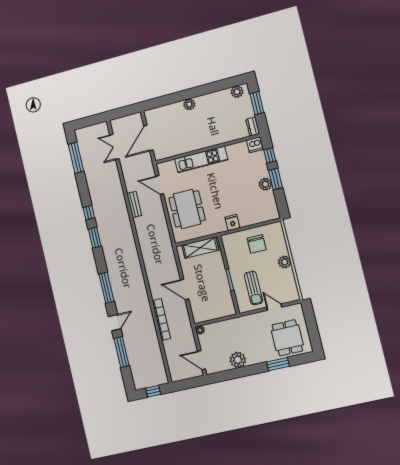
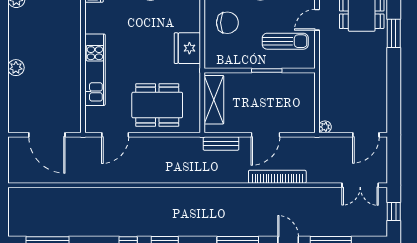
double door: (114, 147) -> (360, 185), moved
bench: (134, 204) -> (221, 144), moved
fridge: (232, 222) -> (187, 48), width x1.88, depth x1.34
bookcase: (161, 319) -> (277, 177), moved
plant: (238, 360) -> (376, 86), removed

